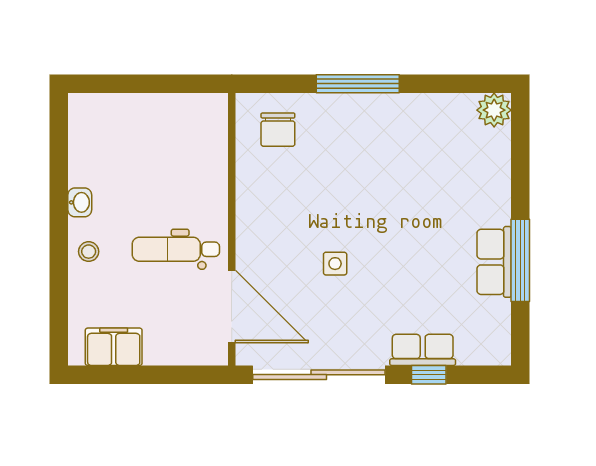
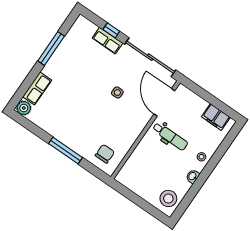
stool: (97, 128) -> (168, 198), added
row of seats: (494, 262) -> (37, 88), moved

